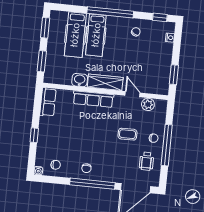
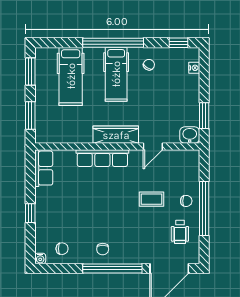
hospital bed: (96, 35) -> (116, 74), moved
washbasin: (80, 80) -> (190, 135), moved
door: (133, 94) -> (153, 146), swing flipped
plant: (148, 104) -> (174, 158), removed

